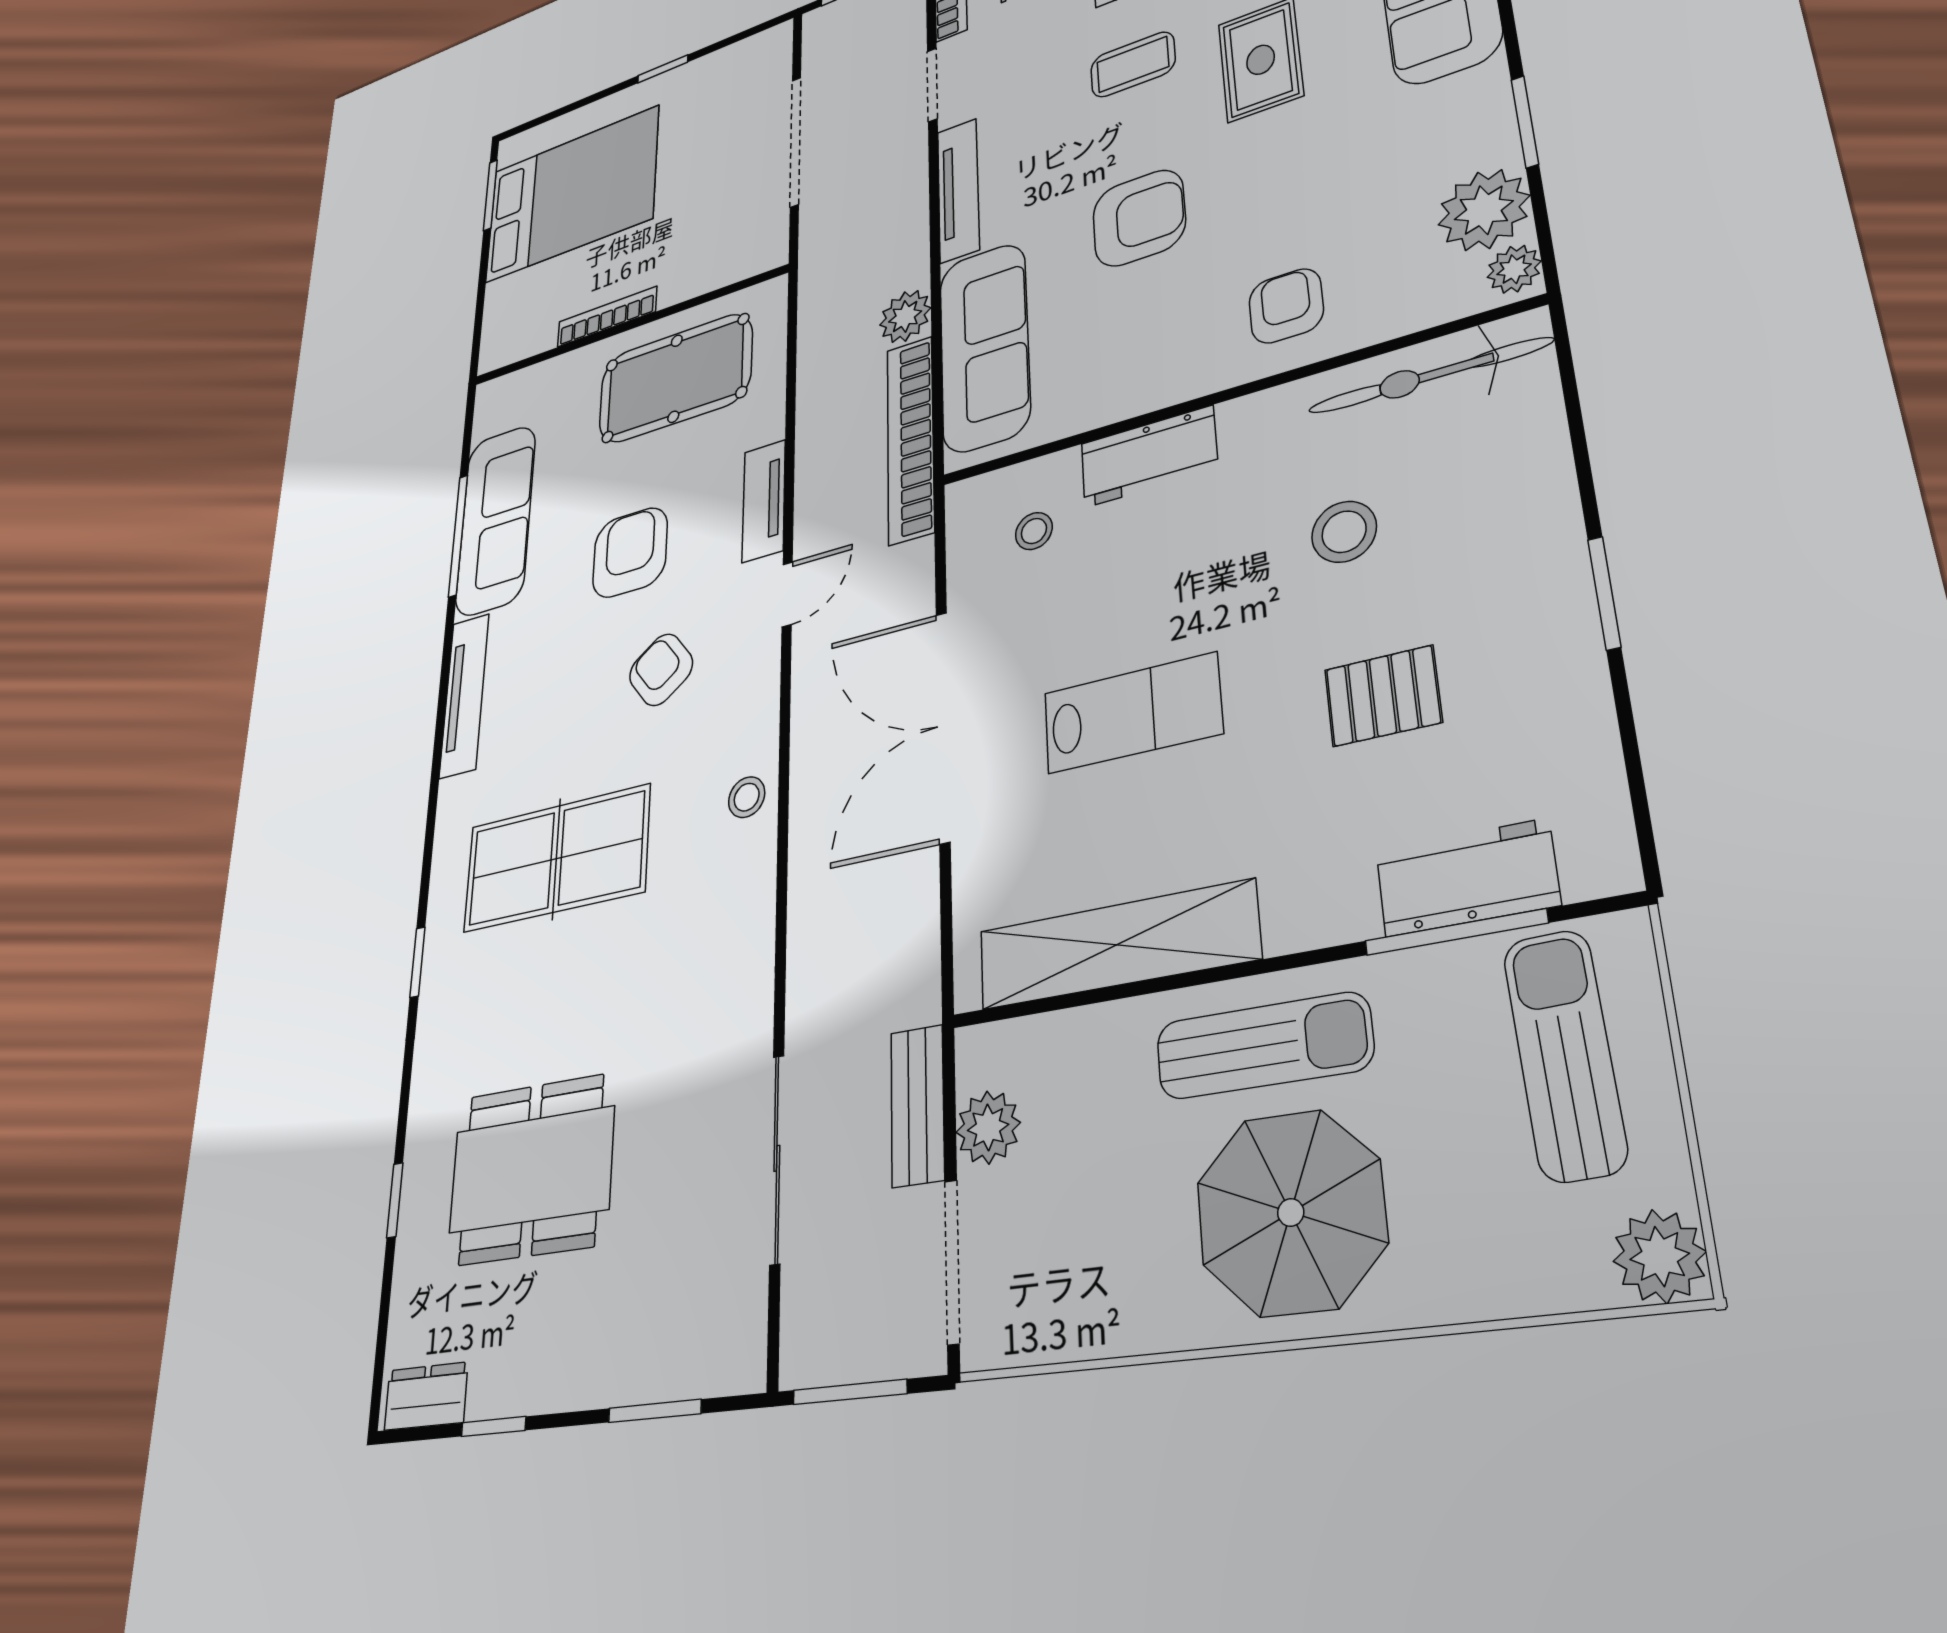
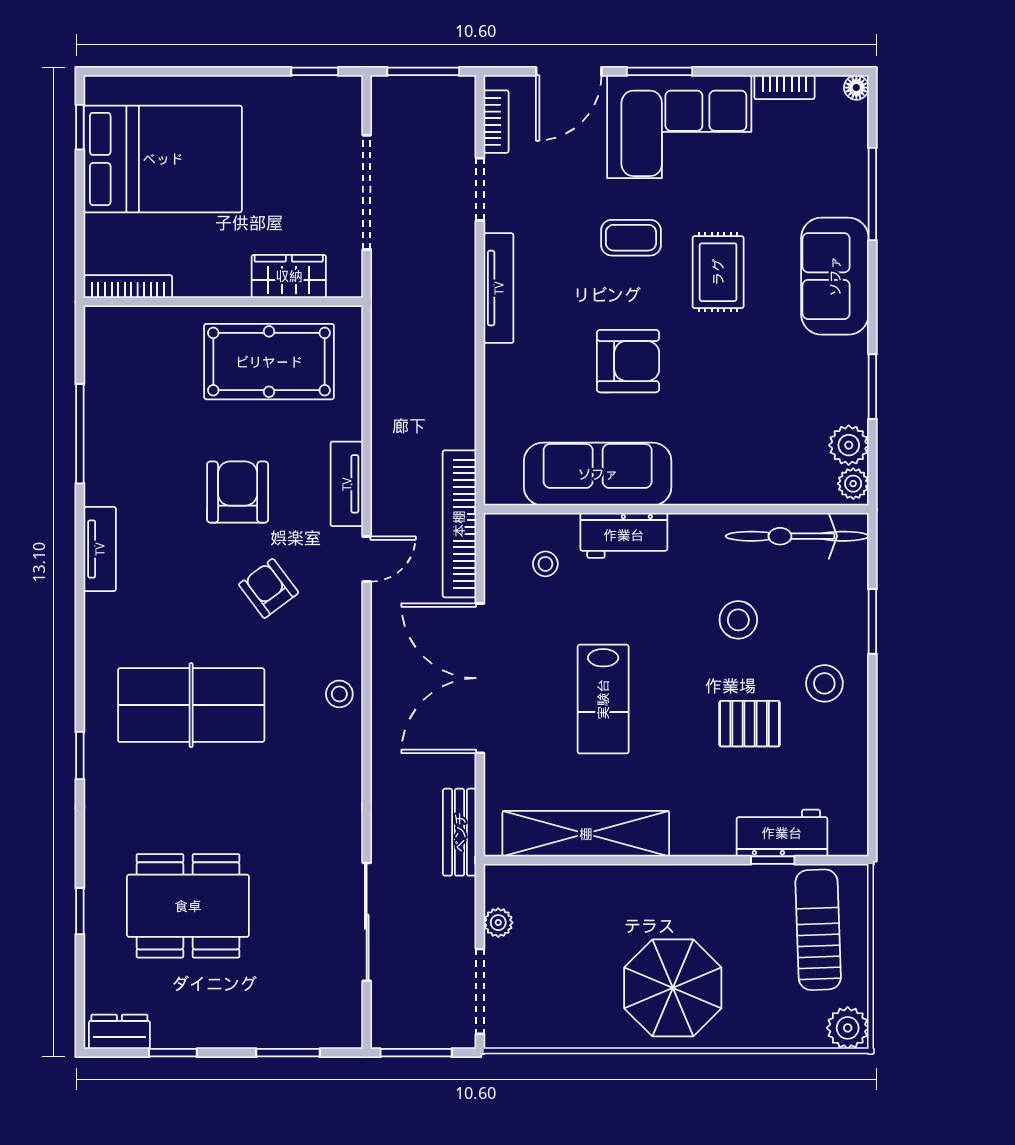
window: (663, 69) -> (315, 71), moved
window: (490, 195) -> (80, 127), width x0.67
plant: (1484, 210) -> (849, 445), width x0.73, depth x0.73
wardrobe: (702, 270) -> (289, 276), added
armchair: (1286, 306) -> (718, 460), removed
plant: (905, 316) -> (456, 375), removed
bookcase: (607, 317) -> (128, 287), moved
sofa: (984, 347) -> (598, 474), moved, turned -90
bookcase: (910, 439) -> (459, 524), moved
sofa: (496, 520) -> (115, 431), removed
window: (1604, 593) -> (872, 621), moved
stool: (1510, 596) -> (824, 683), added
tv unit: (464, 695) -> (100, 549), width x0.71
lab bench: (1132, 713) -> (603, 699), turned 90
window: (1455, 932) -> (773, 860), width x0.46
sun lounger: (1263, 1046) -> (666, 902), removed
bench: (917, 1105) -> (460, 832), moved
plant: (988, 1127) -> (498, 923), width x0.73, depth x0.73

